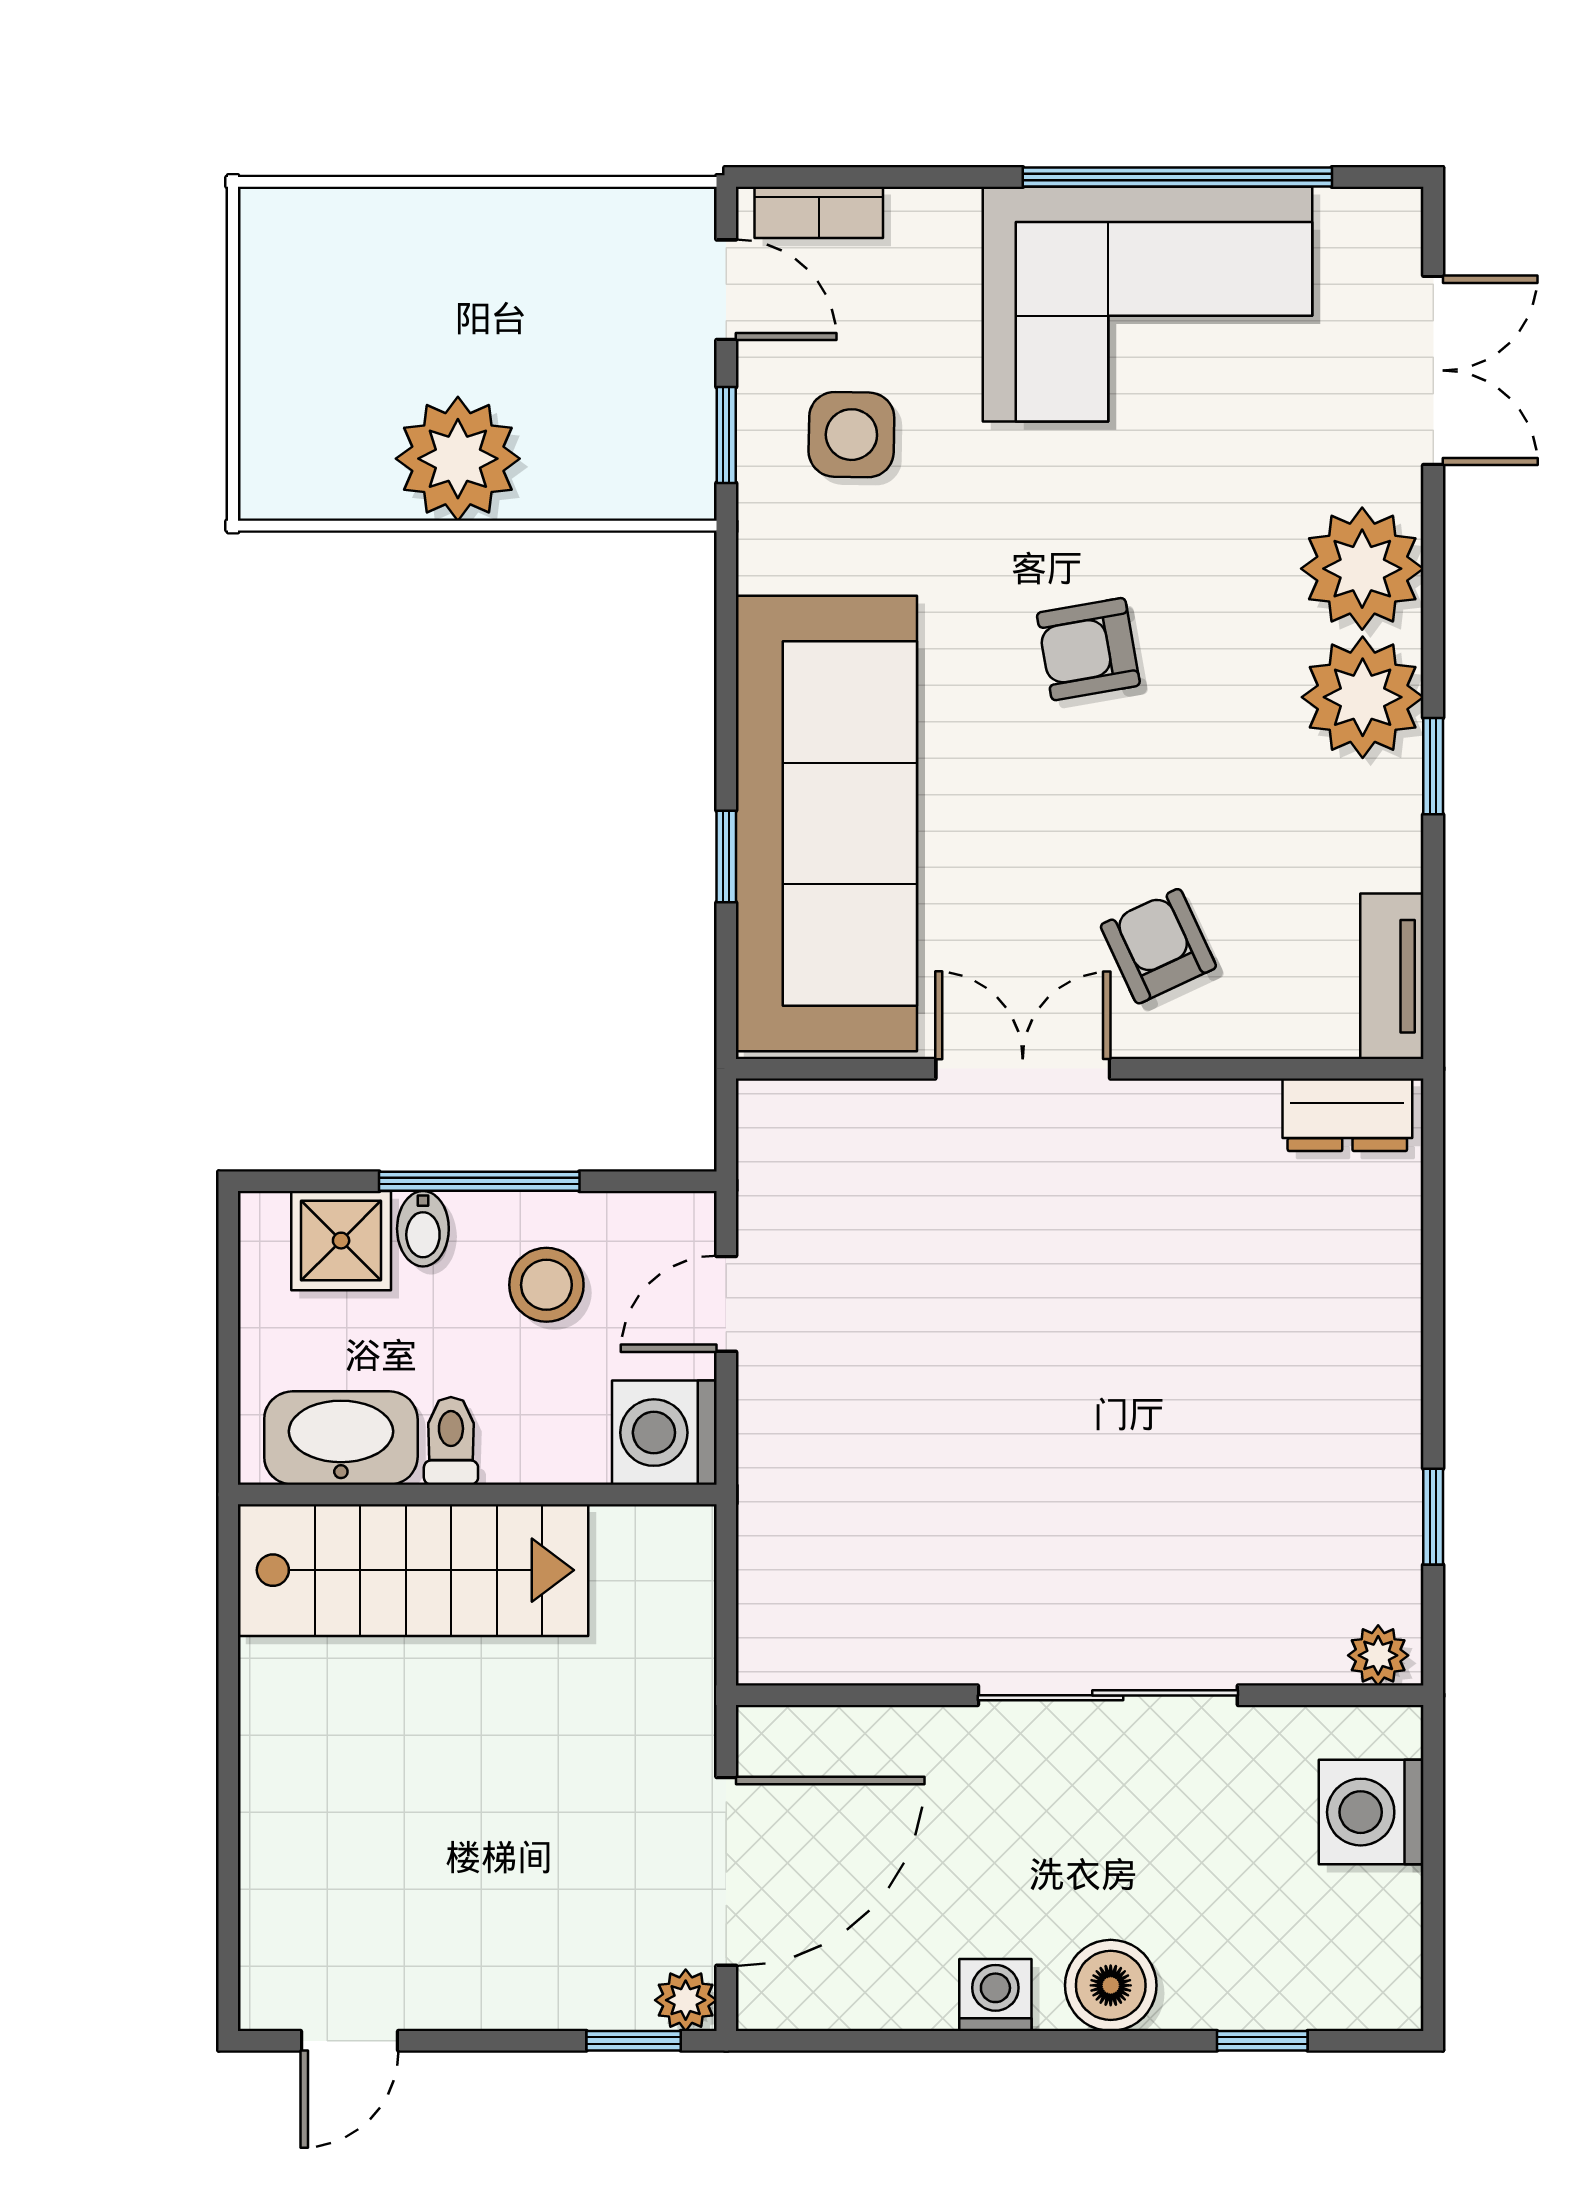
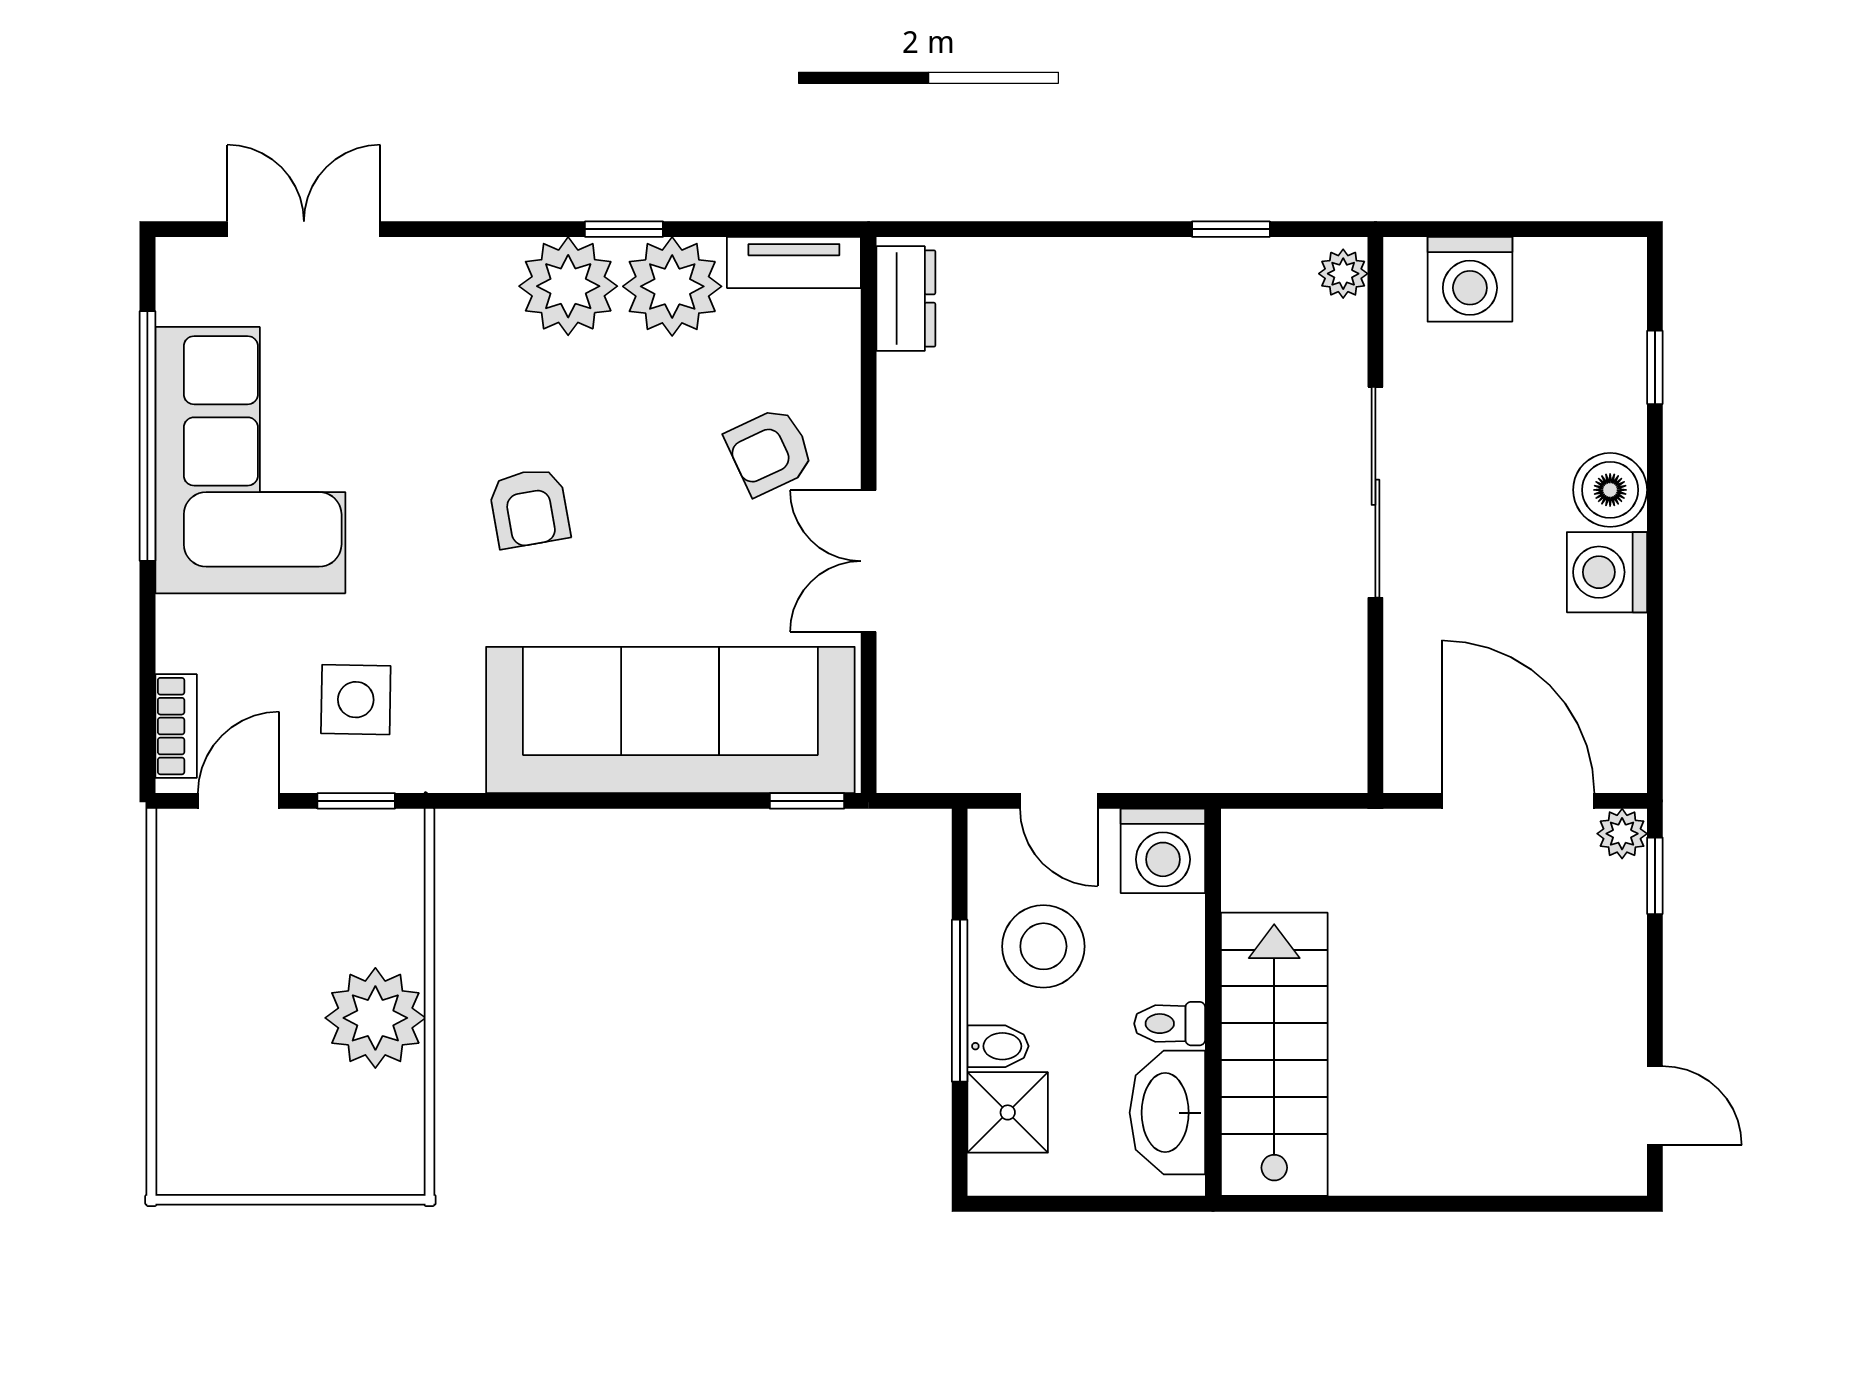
plant: (1362, 569) -> (672, 286), moved
window: (726, 856) -> (807, 801), moved
stool: (546, 1285) -> (1043, 946), width x1.38, depth x1.38
washing machine: (995, 1995) -> (1607, 572), width x1.38, depth x1.38

